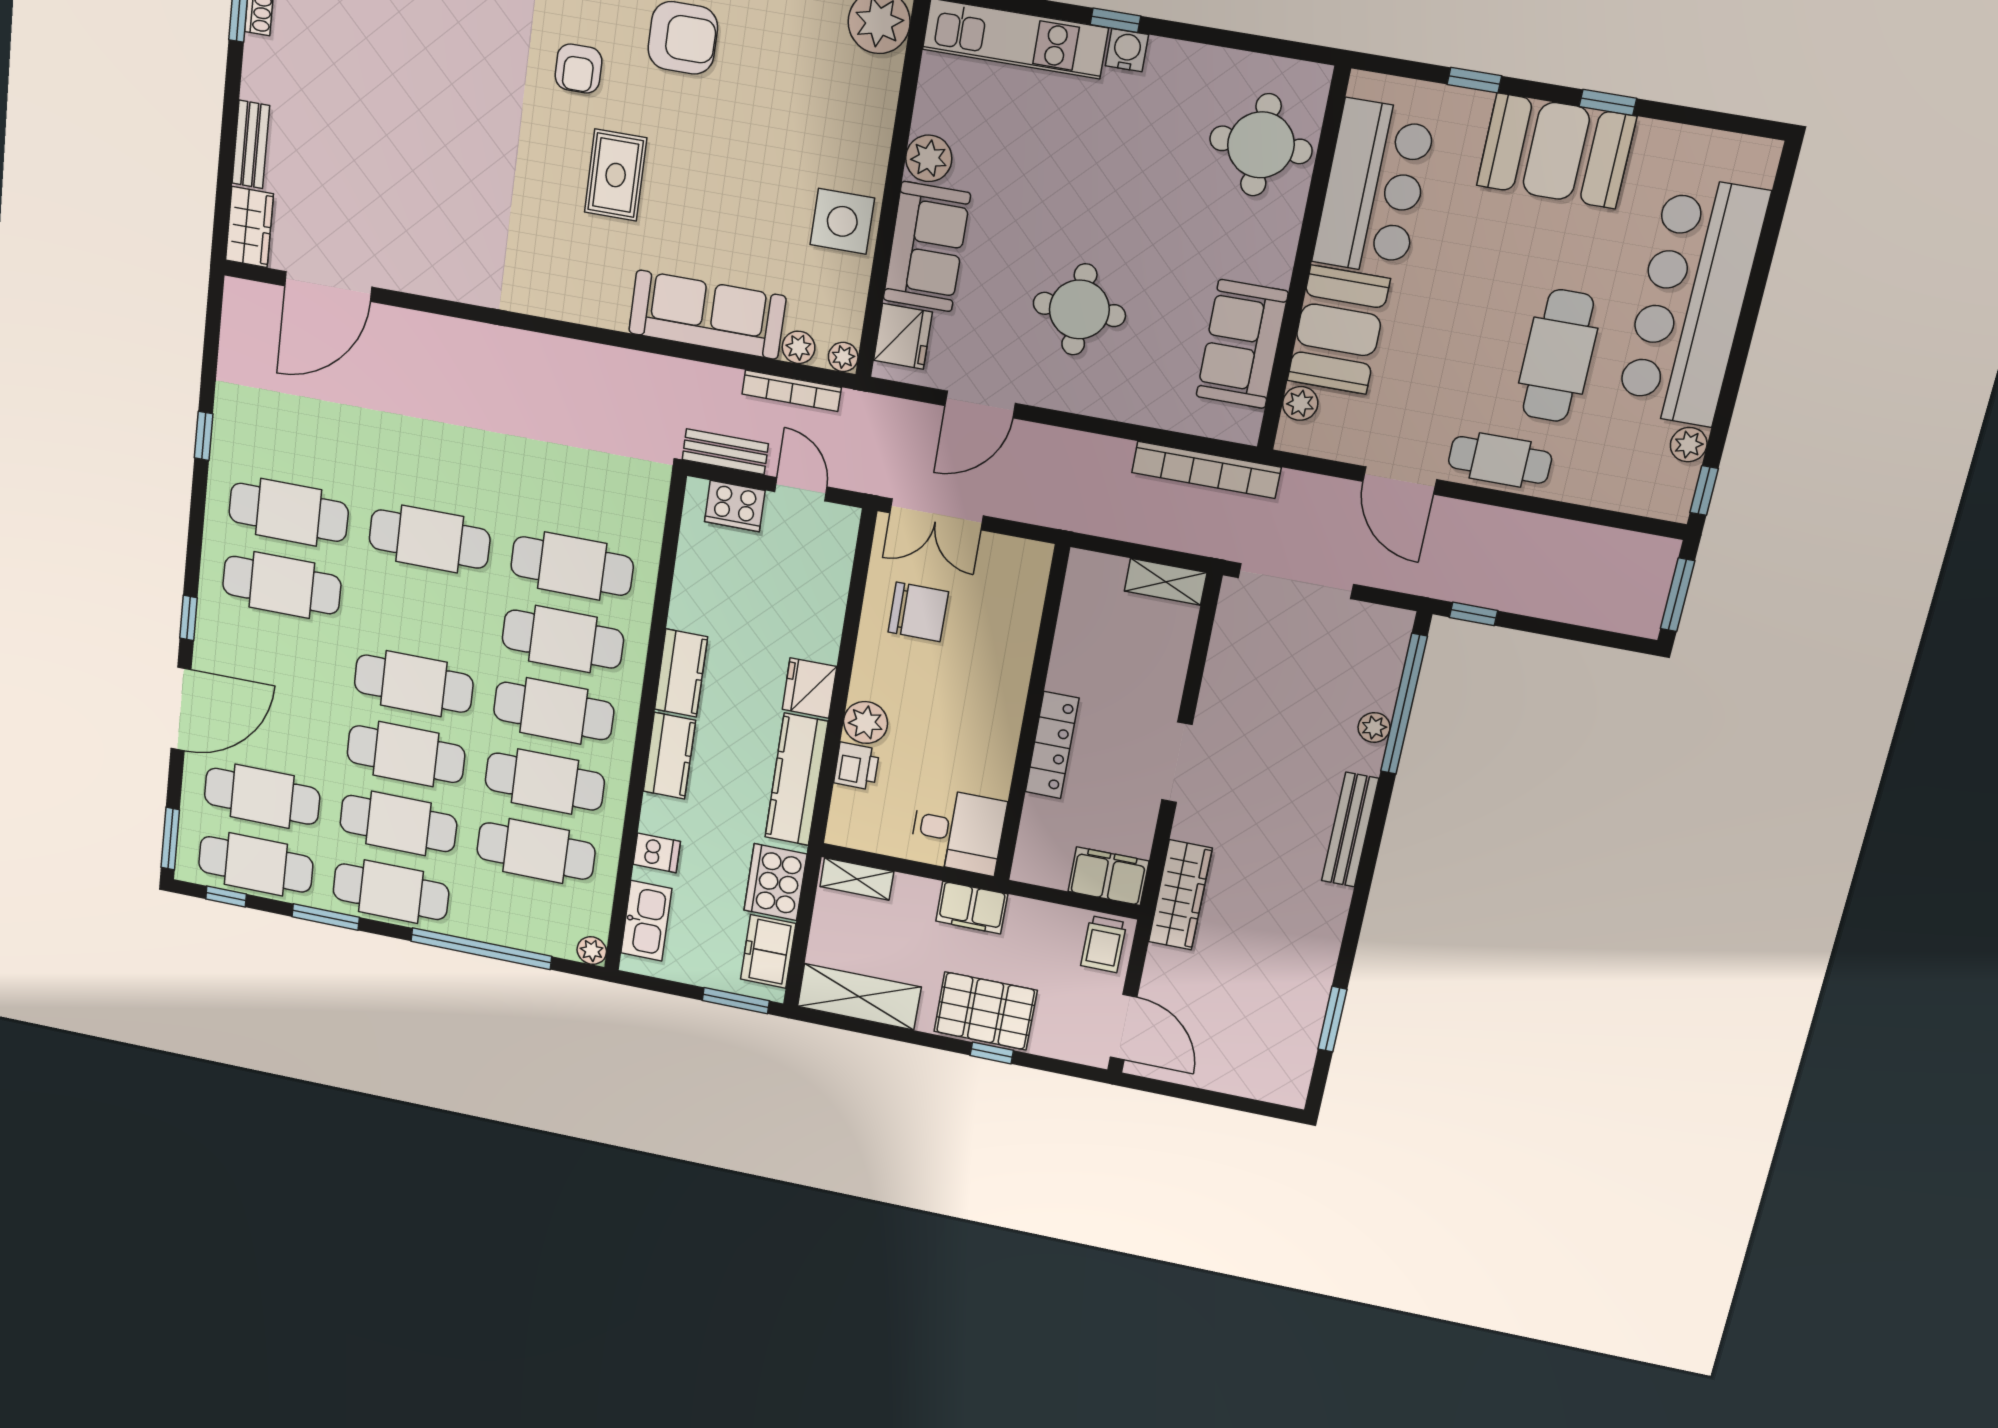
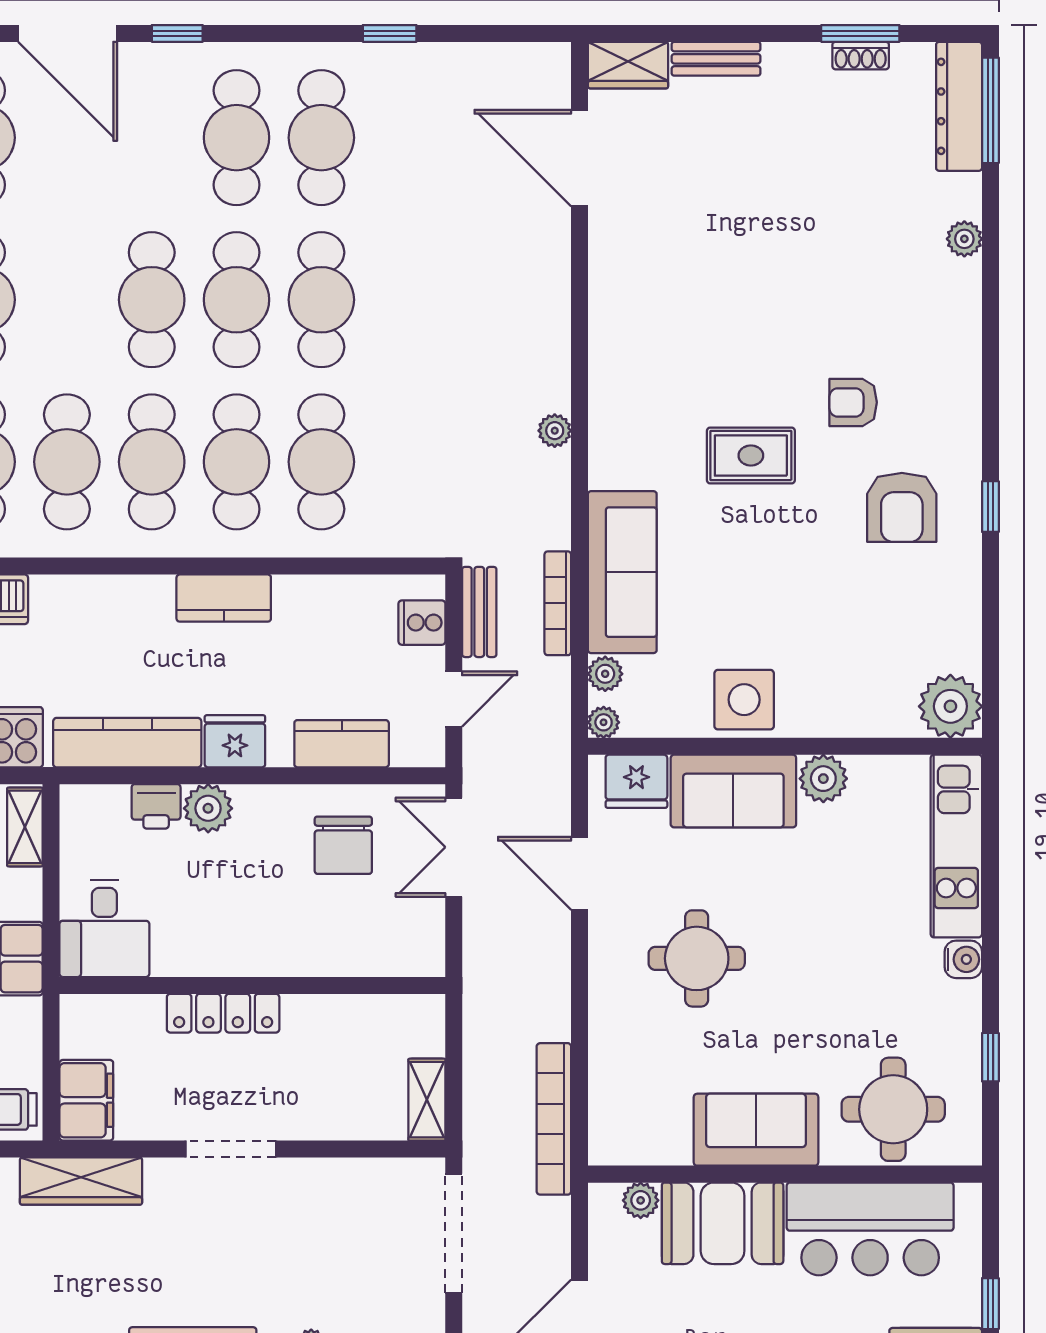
window: (1115, 20) -> (990, 1057), moved
sofa: (1242, 344) -> (756, 1130), moved
plant: (570, 353) -> (555, 431), added
bookcase: (792, 391) -> (558, 603), moved
cooker: (735, 506) -> (422, 623), width x0.73
cafe table: (406, 754) -> (237, 300), moved
kitchen counter: (669, 756) -> (342, 744), moved, turned 180

